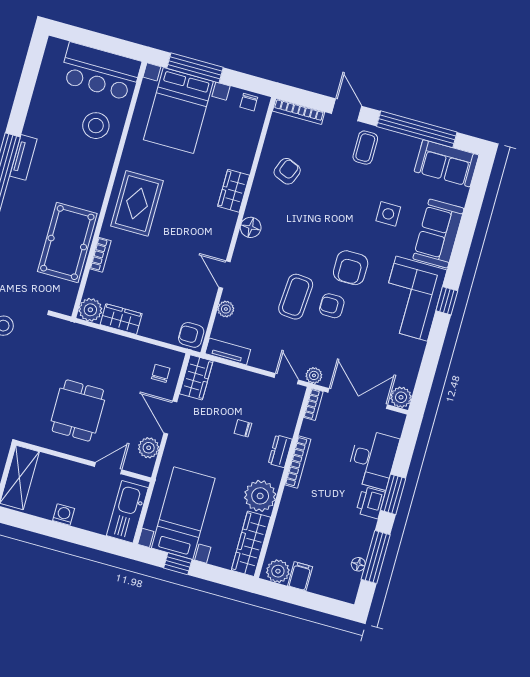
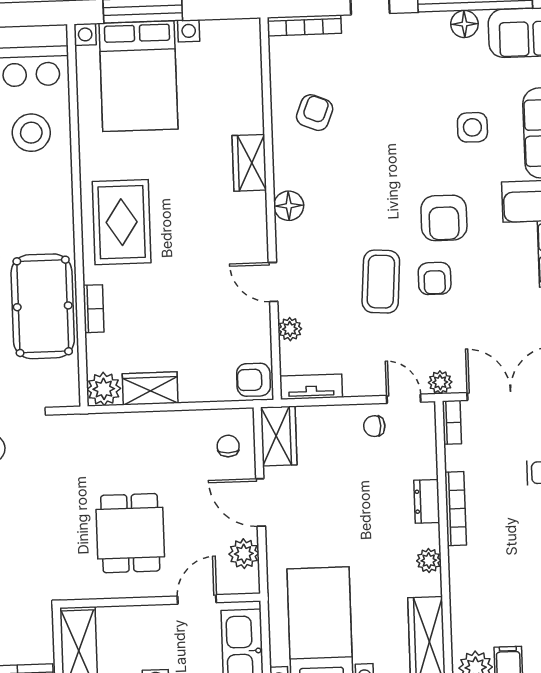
chair: (249, 102) -> (232, 34), removed
floor lamp: (404, 144) -> (464, 24), added
coffee table: (365, 148) -> (412, 46), removed
armchair: (332, 306) -> (435, 278), turned -90
chair: (243, 428) -> (374, 426), moved
plant: (260, 496) -> (429, 561), width x0.53, depth x0.53

